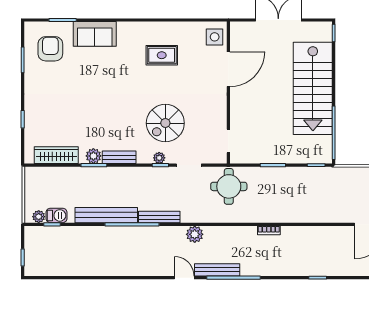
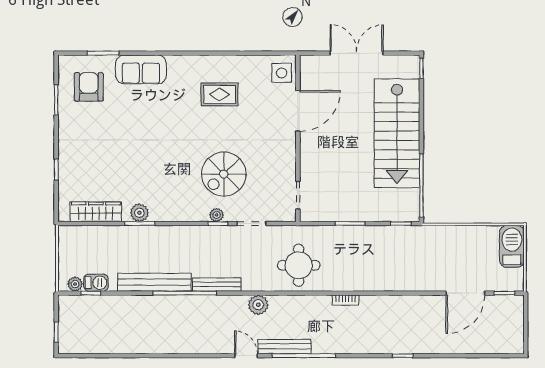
bench: (119, 157) -> (169, 214), removed
round table: (229, 186) -> (299, 265), moved

